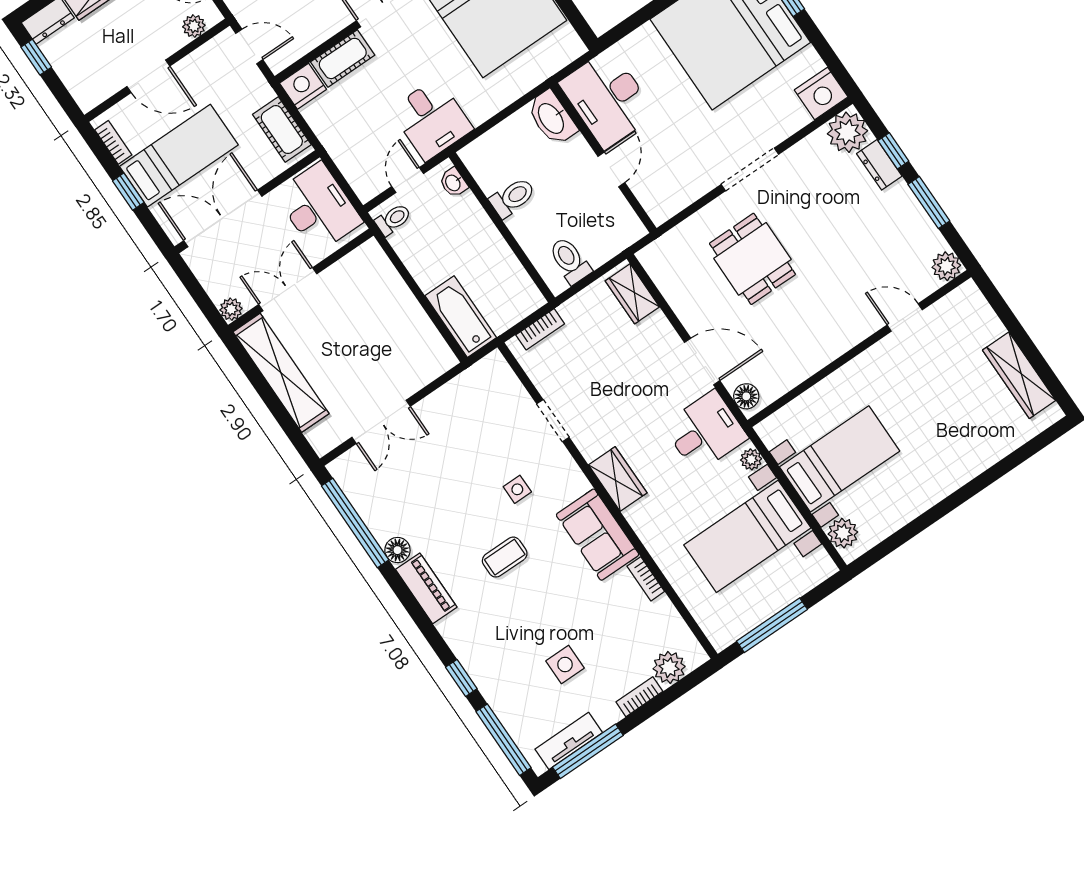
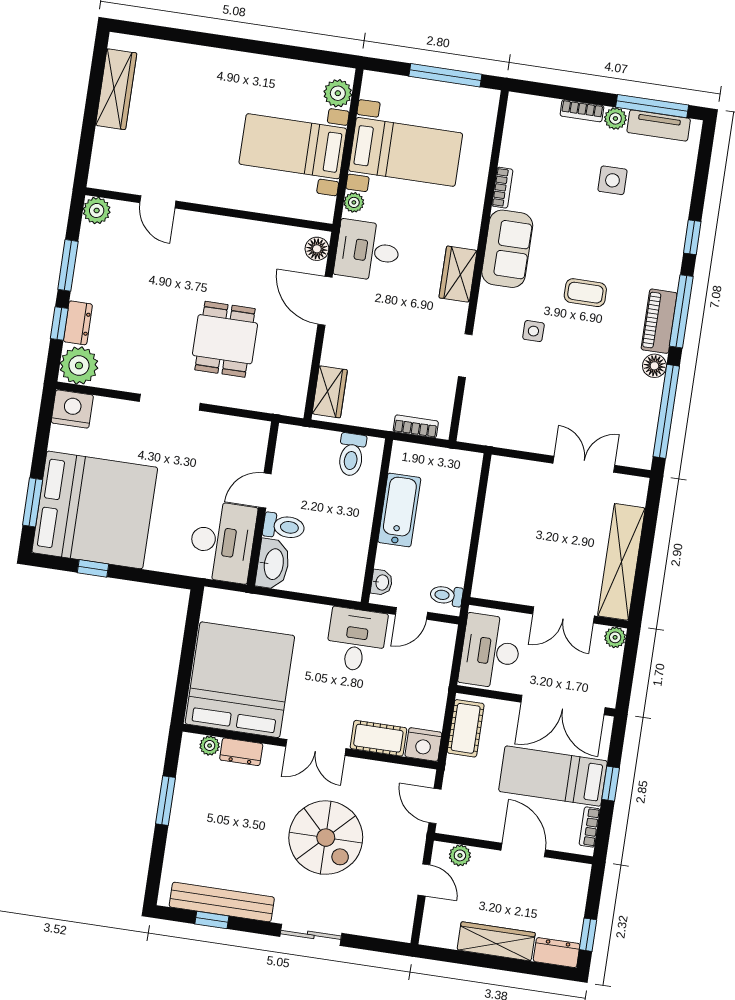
toilet: (513, 198) -> (284, 526), moved, turned 180
bathtub: (461, 317) -> (399, 510), moved, turned 180
plant: (669, 668) -> (615, 119), moved, width x0.73, depth x0.73
window: (504, 740) -> (681, 311), moved

